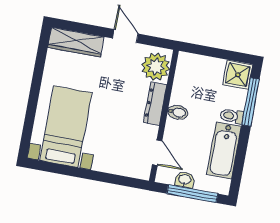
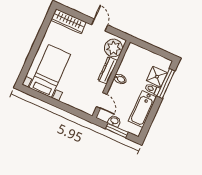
shower: (238, 75) -> (157, 77), moved
window: (192, 194) -> (117, 131), width x0.69

